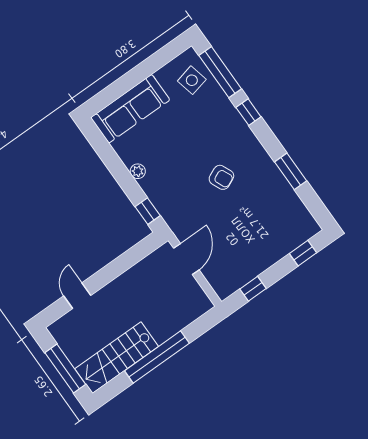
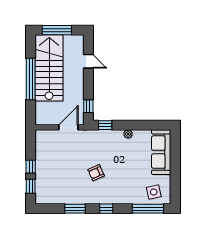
window: (248, 112) -> (106, 209), moved
window: (138, 252) -> (88, 106), added
door: (186, 259) -> (68, 127), swing flipped
window: (253, 289) -> (31, 167), moved
stairs: (117, 358) -> (49, 68), width x1.36, depth x1.51

